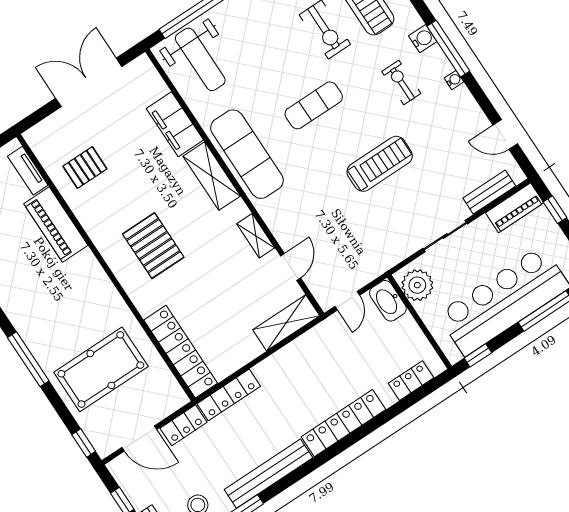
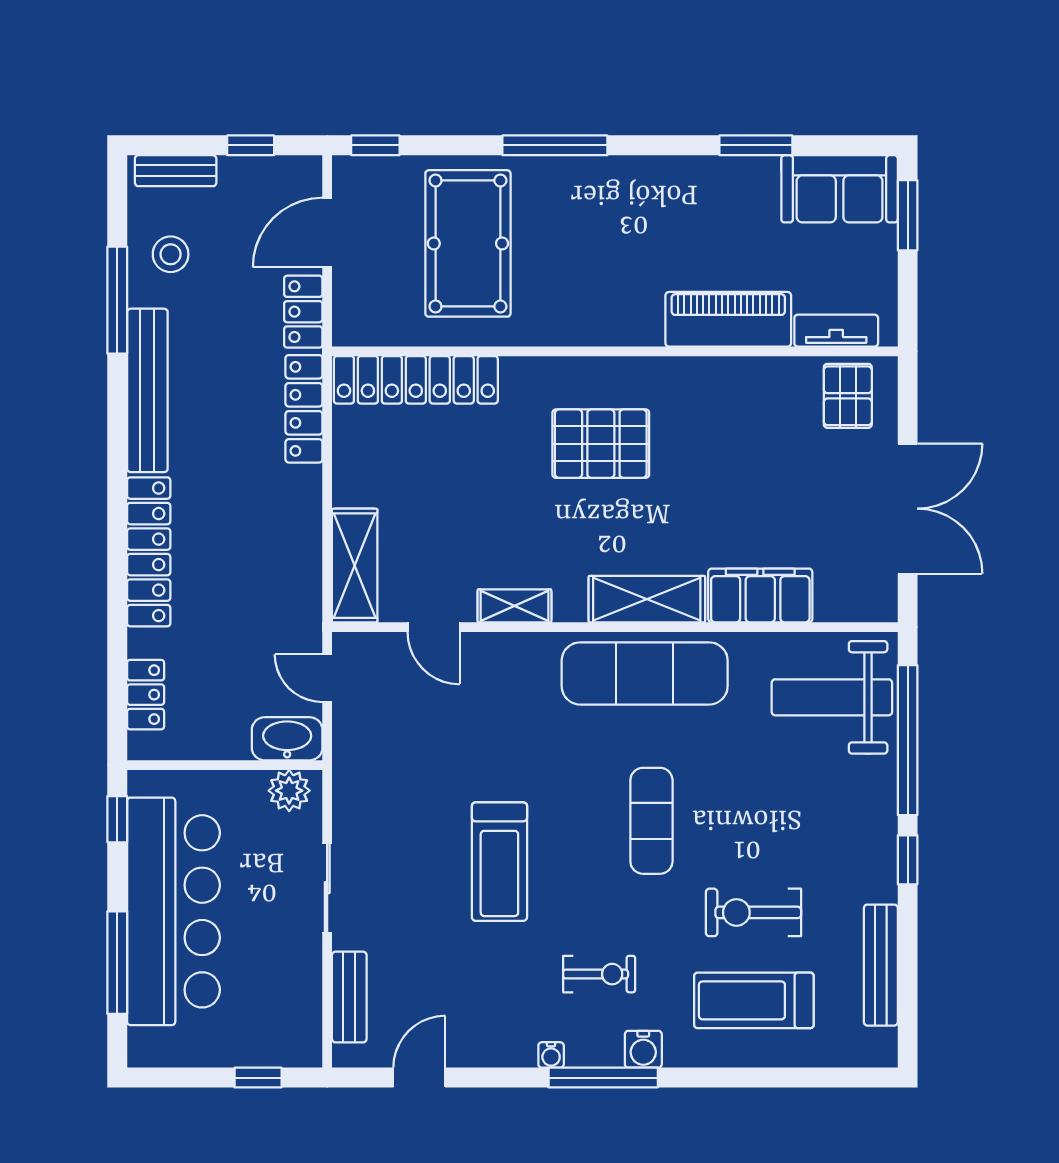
pallet: (85, 167) -> (848, 396), moved
piano: (515, 208) -> (301, 1019), removed
plant: (417, 285) -> (289, 791), width x0.73, depth x0.73

